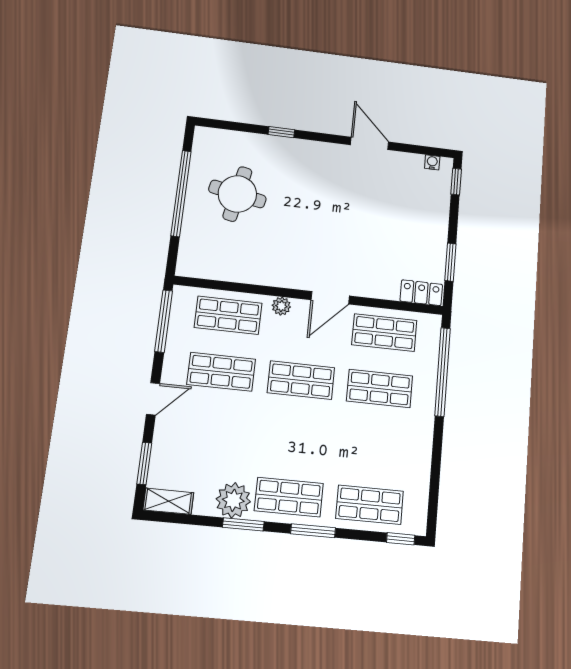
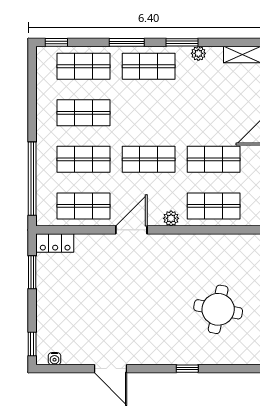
shop shelf: (375, 446) -> (83, 113), added
plant: (233, 500) -> (198, 53), width x0.53, depth x0.53

